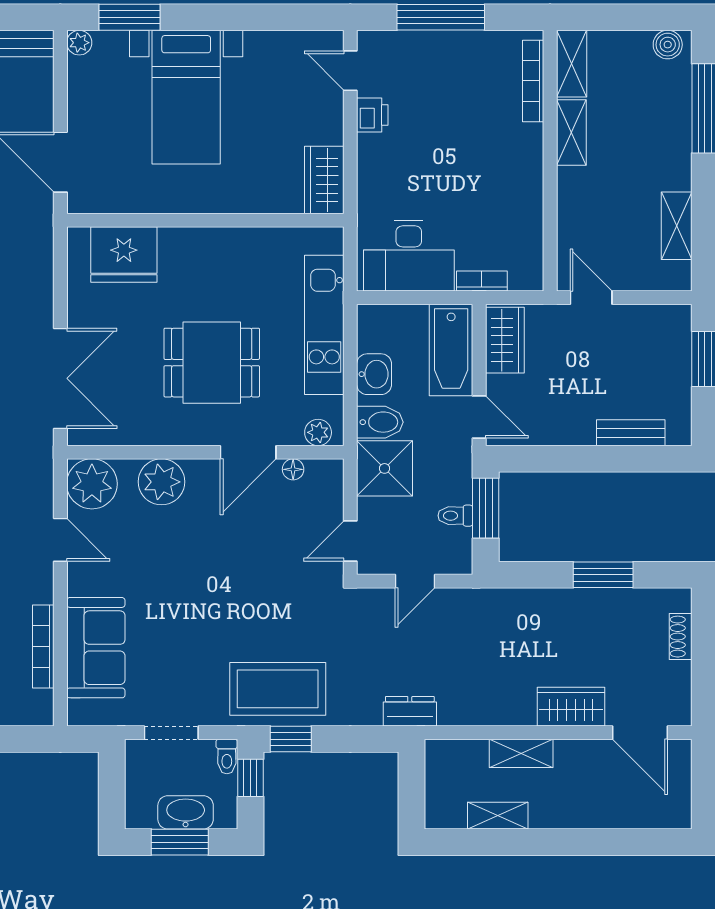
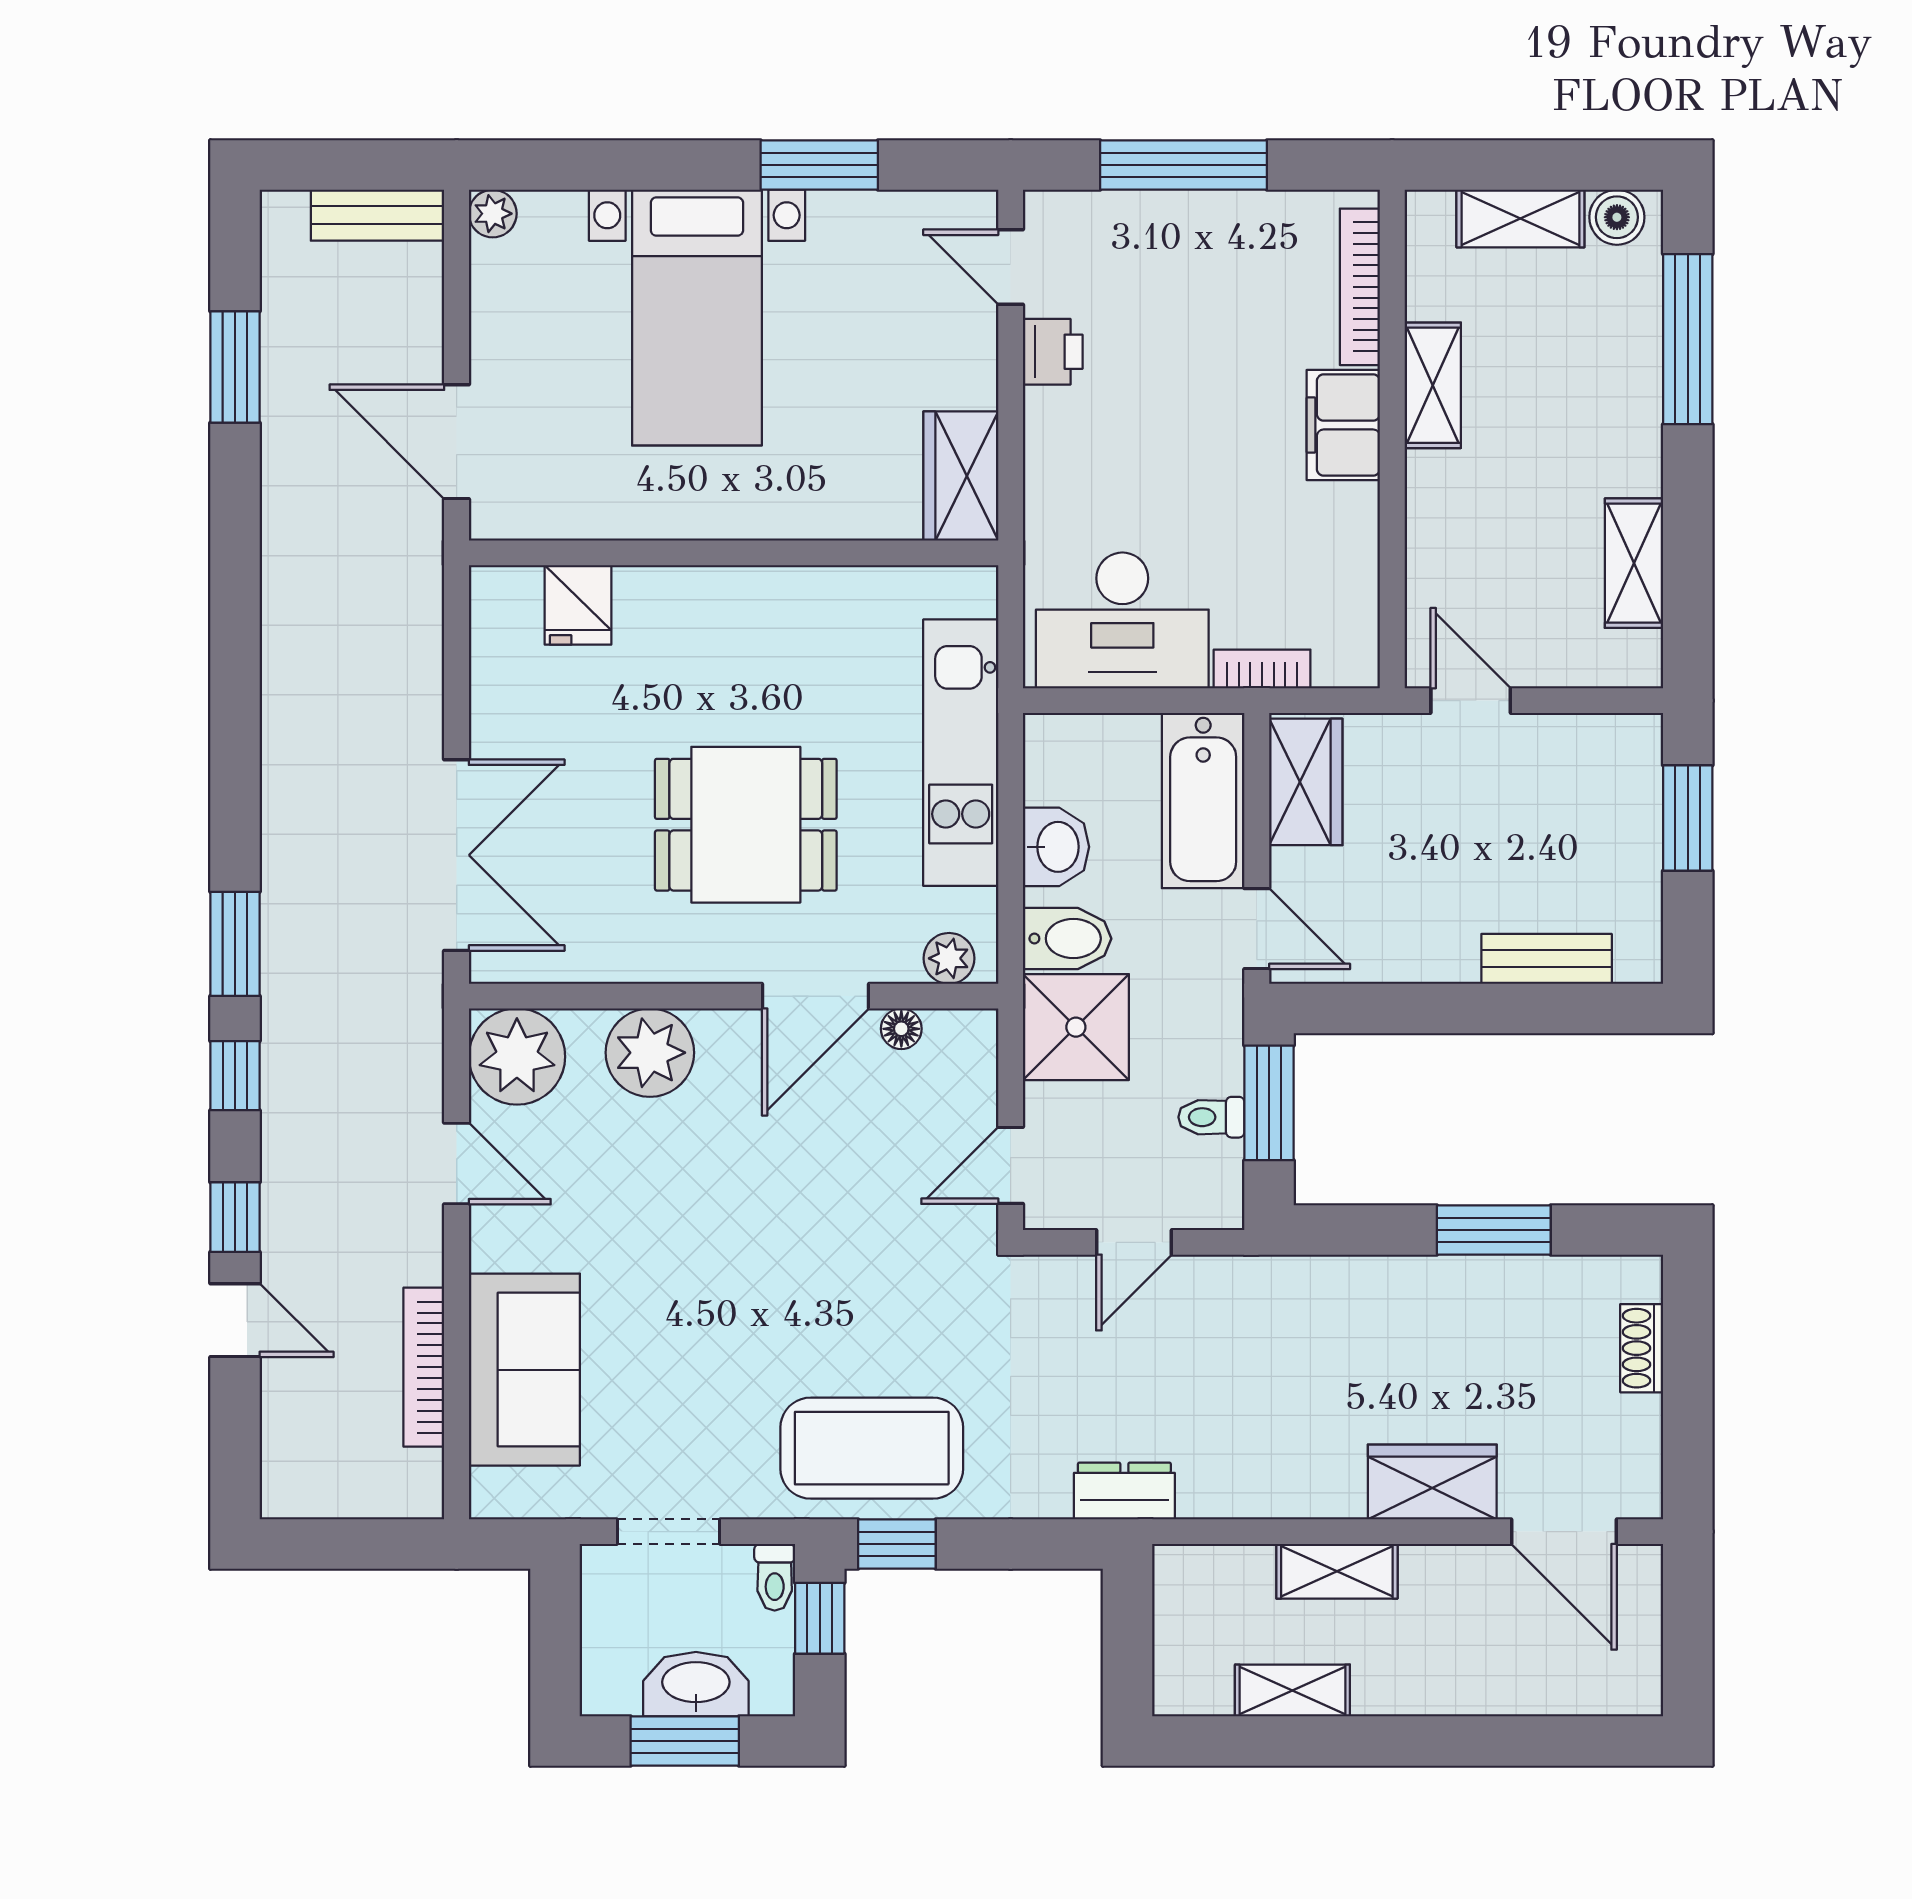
window: (130, 17) -> (819, 165), moved
shelving: (572, 64) -> (1520, 218), moved, turned 90
filing cabinet: (524, 153) -> (1343, 425), added
fridge: (124, 255) -> (578, 605), width x0.53, depth x0.75

